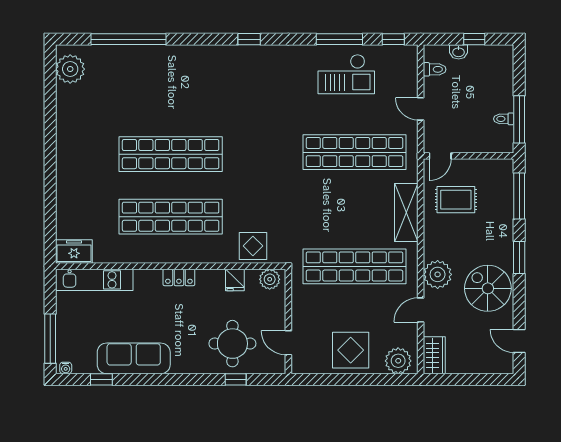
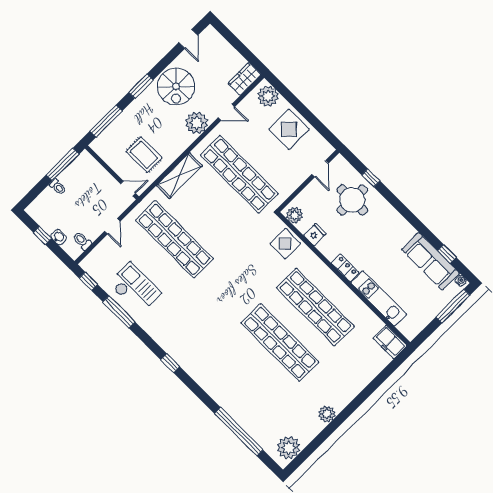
toilet: (504, 119) -> (58, 187), moved
plant: (66, 132) -> (327, 414), added
kitchen unit: (94, 280) -> (379, 299), moved
sofa: (134, 358) -> (431, 261), moved

